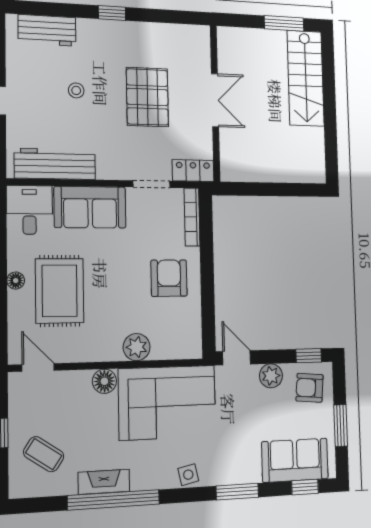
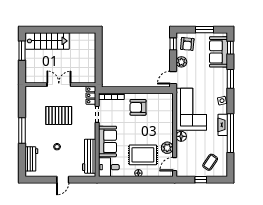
window: (112, 13) -> (22, 131), width x2.17
plant: (137, 347) -> (167, 148), moved
fireplace: (104, 482) -> (223, 125), moved

